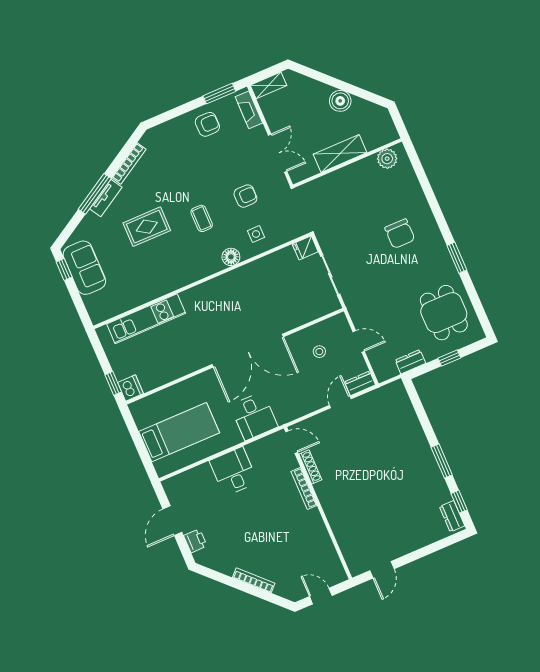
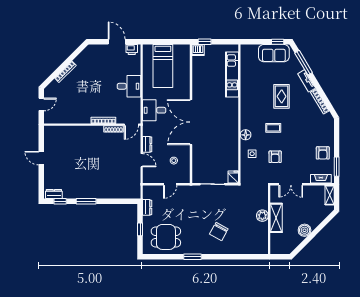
plant: (387, 159) -> (262, 216), moved
window: (95, 194) -> (304, 63), moved
chair: (400, 234) -> (219, 232), turned -61
dresser: (360, 383) -> (147, 144), moved
printer: (195, 541) -> (132, 49), moved
door: (382, 570) -> (41, 158), moved

